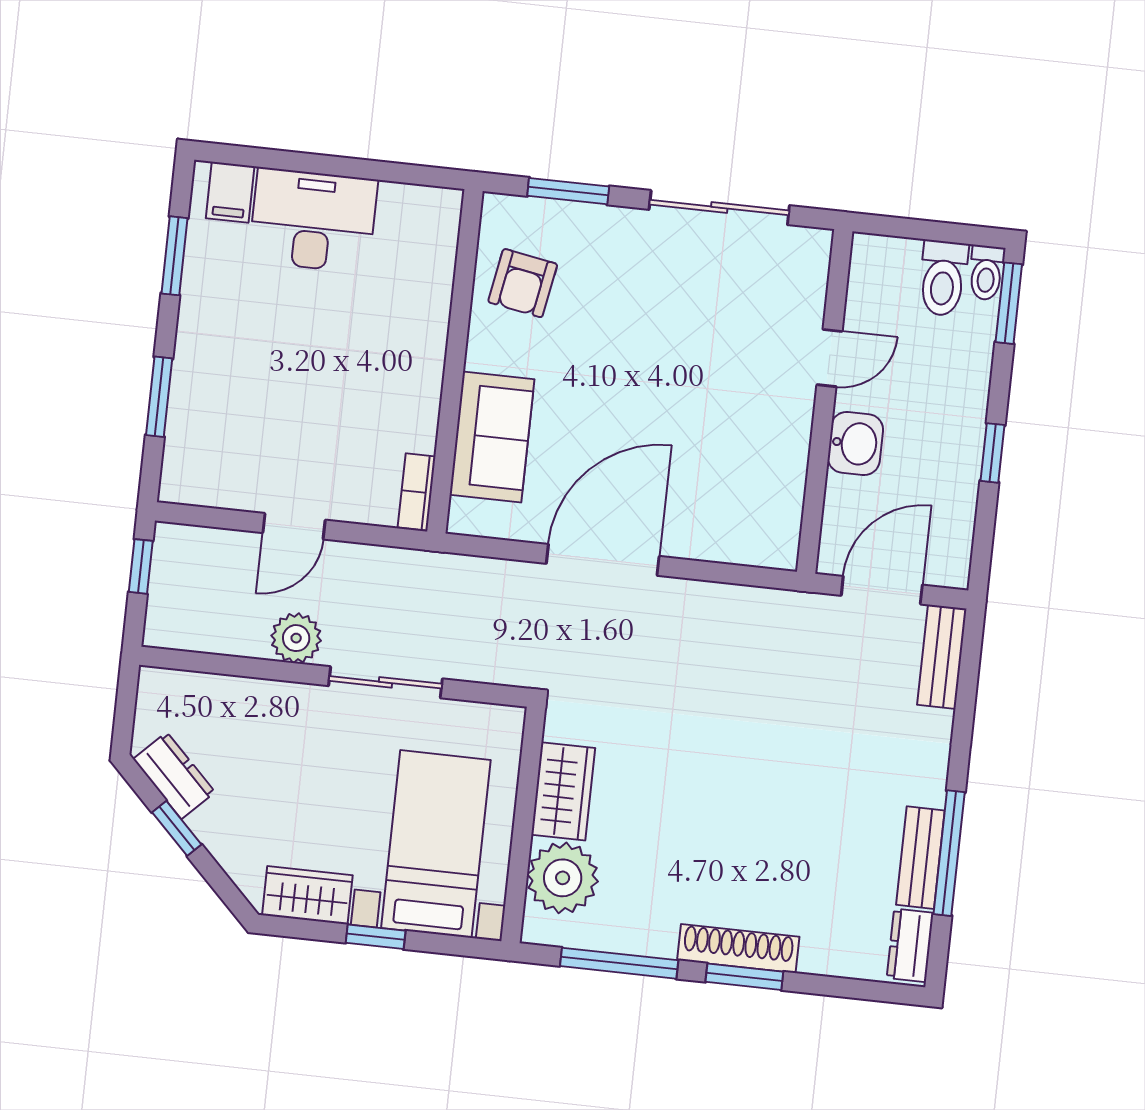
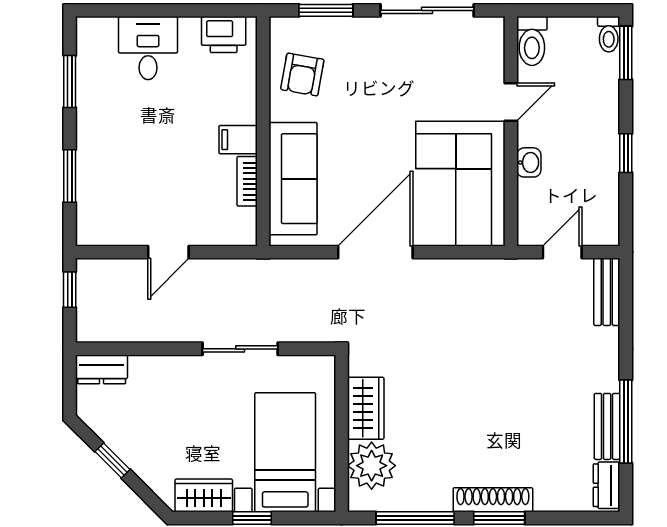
filing cabinet: (230, 192) -> (238, 140), moved, turned 90
printer: (412, 211) -> (224, 35), added
desk: (313, 220) -> (148, 48), width x0.73
toilet: (943, 278) -> (532, 41), moved
sofa: (492, 437) -> (293, 179), width x1.36
washbasin: (855, 444) -> (529, 162), width x0.72, depth x0.69
corner sofa: (741, 471) -> (460, 184), added
bookcase: (417, 492) -> (247, 181), moved
door: (882, 590) -> (562, 252), width x0.73
plant: (296, 638) -> (178, 326), removed
dresser: (174, 776) -> (102, 369), moved, turned 135

